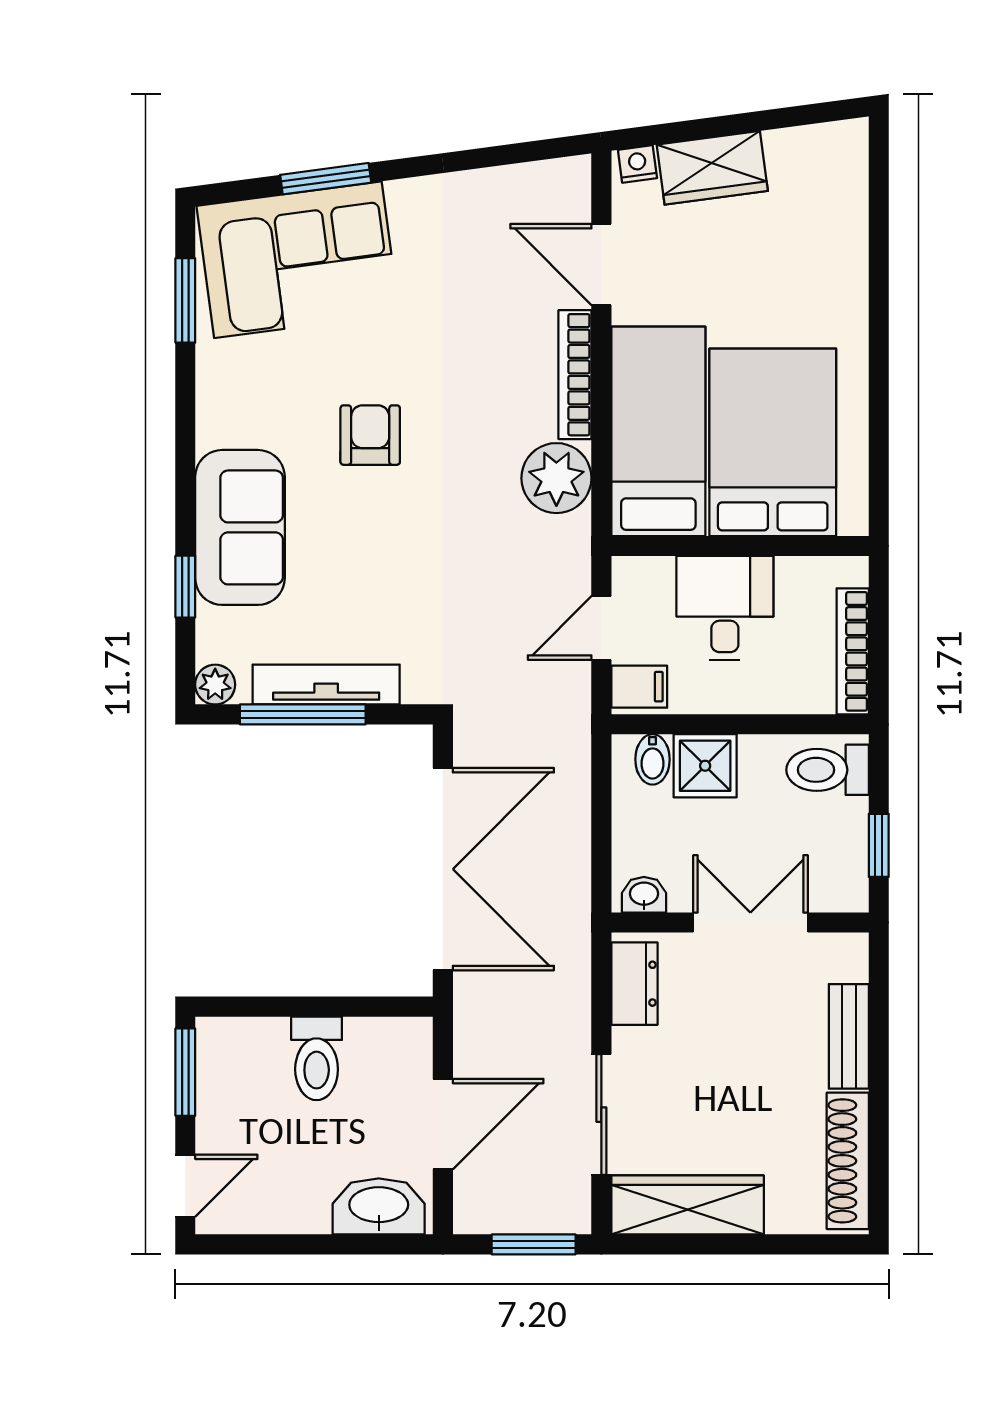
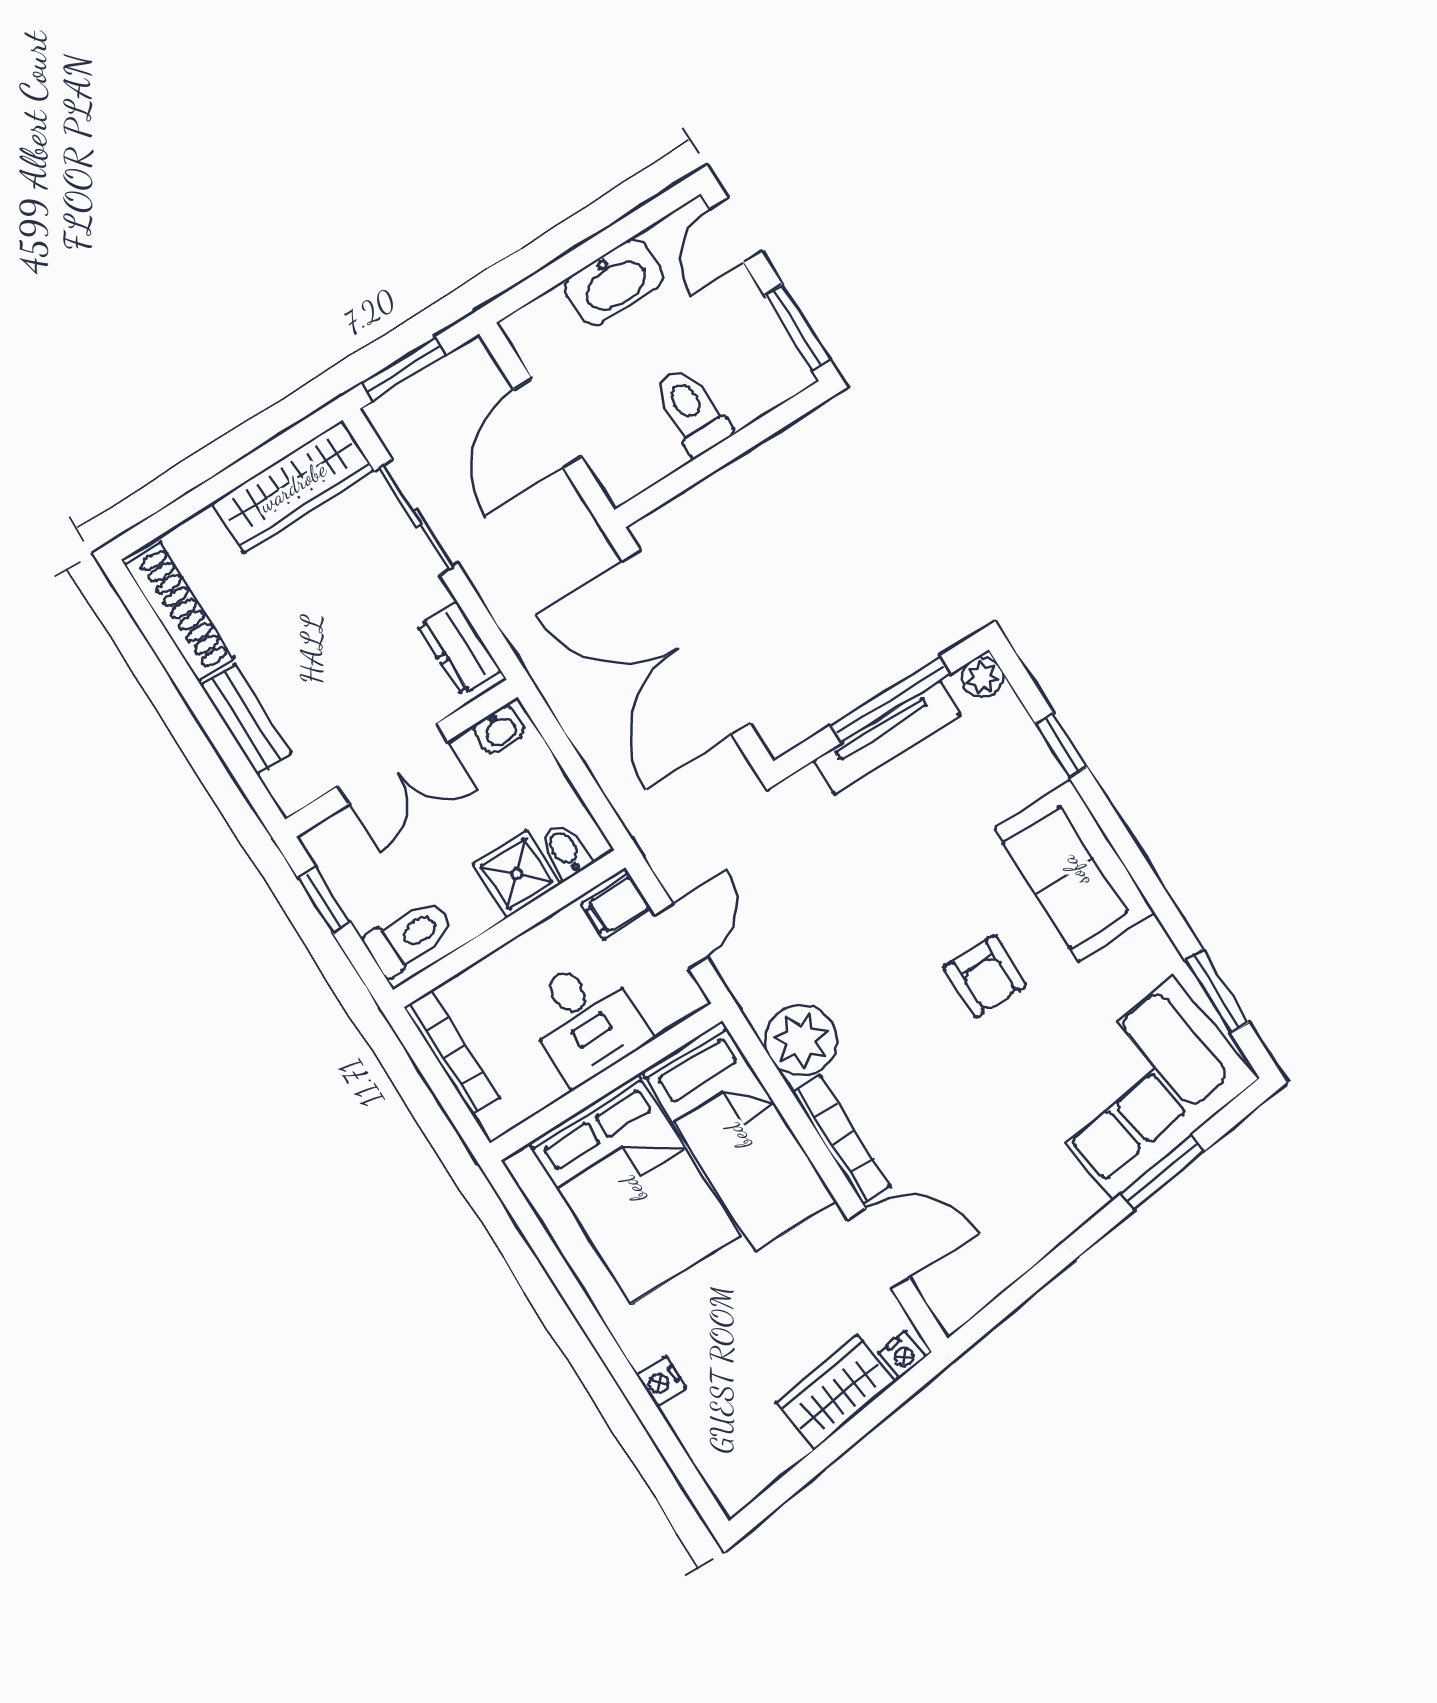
nightstand: (851, 268) -> (661, 1381), added
sofa: (240, 527) -> (1075, 871), moved
washbasin: (379, 1206) -> (614, 282), moved

